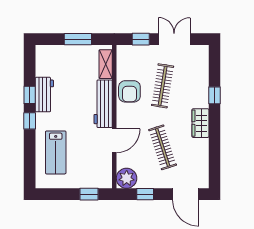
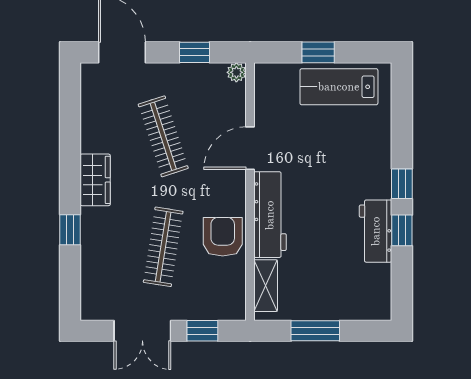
lab bench: (56, 152) -> (339, 87), moved, turned -90
plant: (127, 178) -> (236, 72), width x0.53, depth x0.53
window: (89, 194) -> (318, 52), moved

